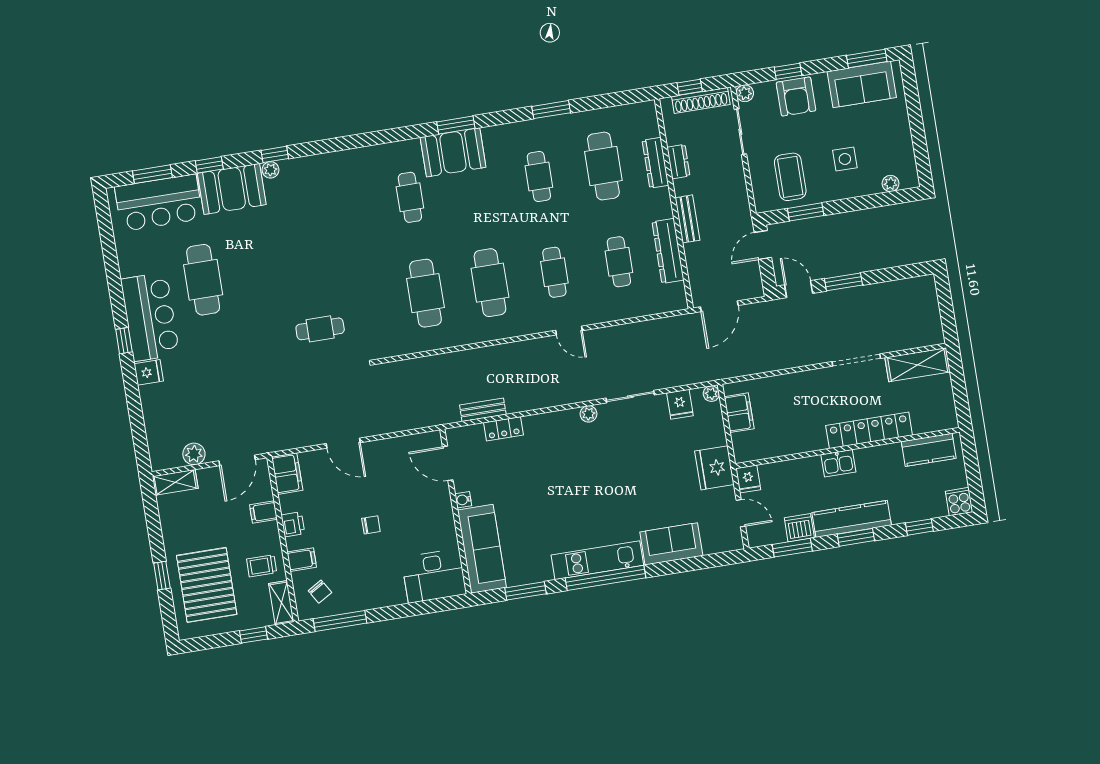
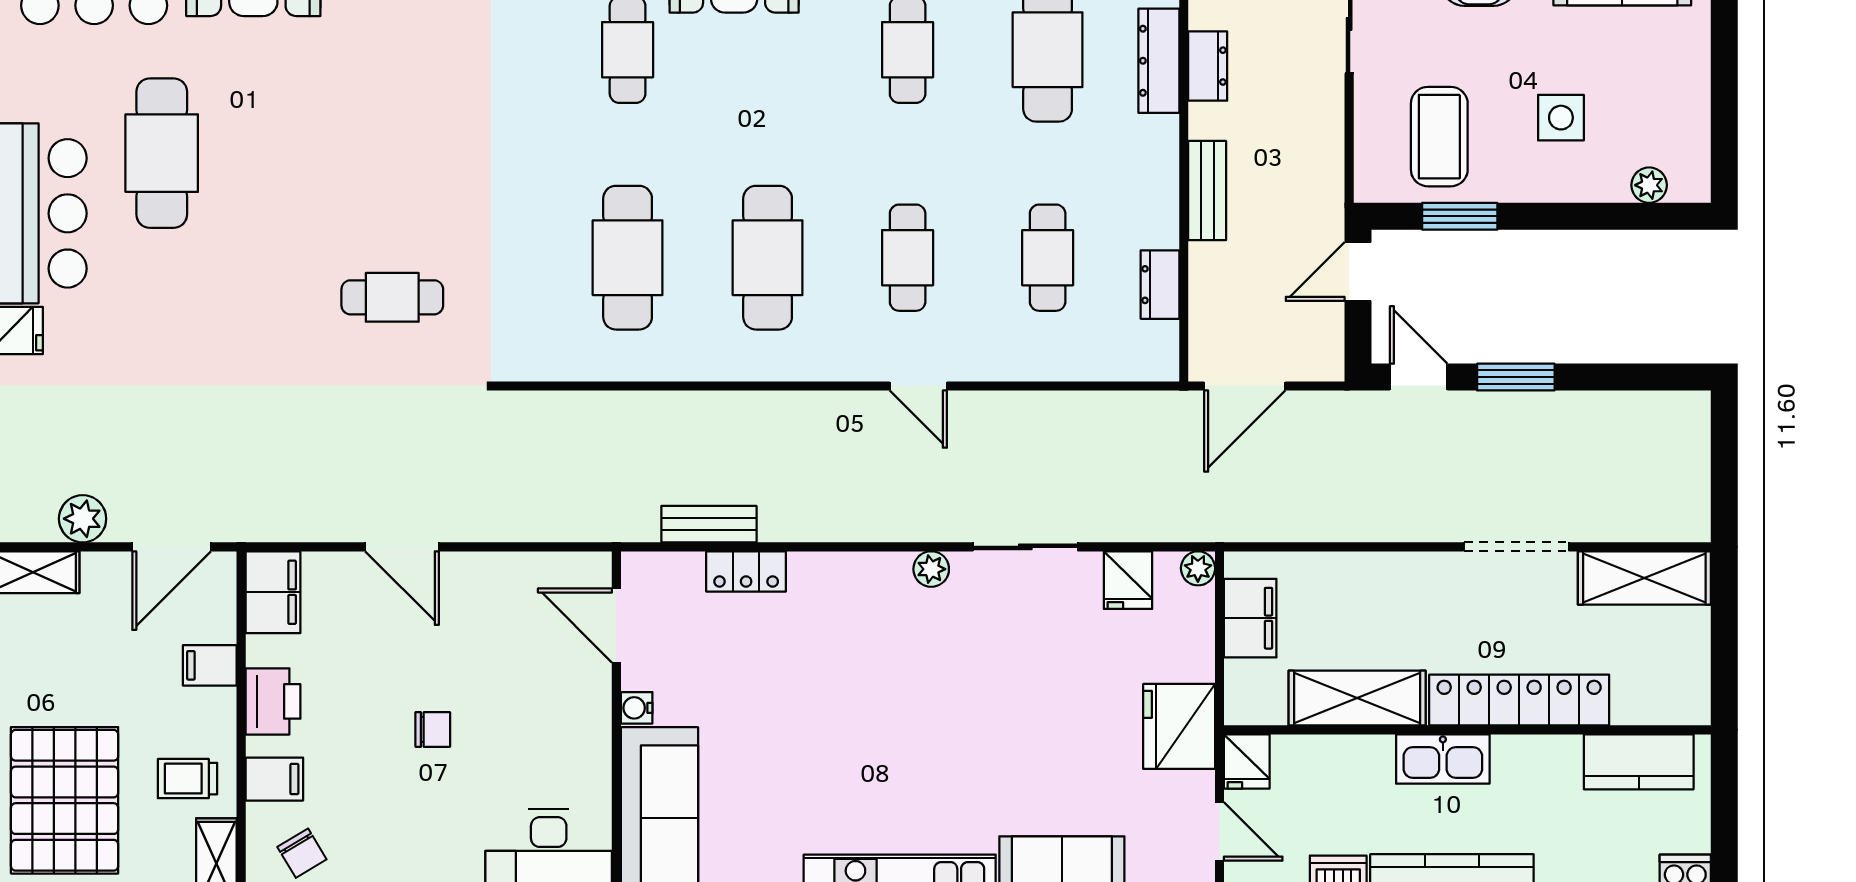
dresser: (668, 251) -> (1160, 285), width x0.51, depth x0.80
shelving: (794, 442) -> (1357, 698), added
kitchen sink: (838, 463) -> (1443, 759), width x1.38
printer: (293, 524) -> (273, 701), width x1.36, depth x1.24

